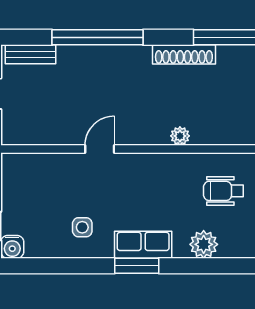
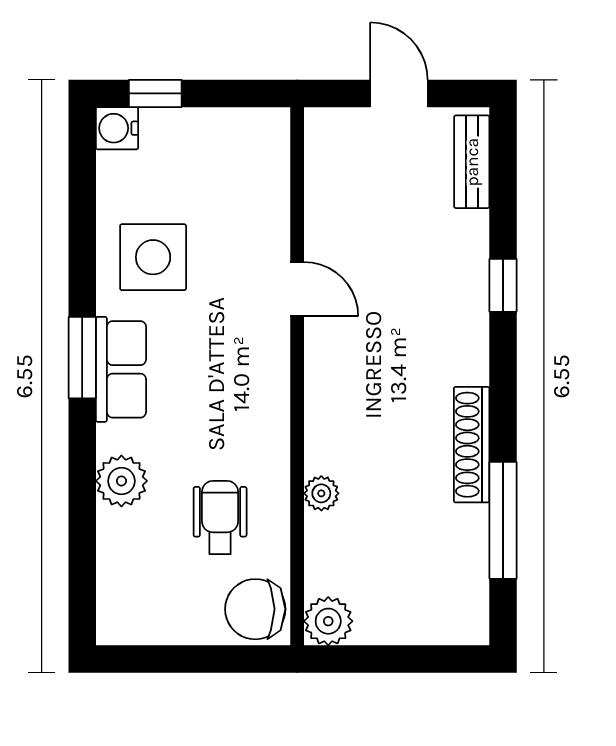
window: (98, 37) -> (503, 285), width x0.32
plant: (180, 136) -> (321, 493), moved
side table: (82, 227) -> (153, 257), width x1.87, depth x1.87

